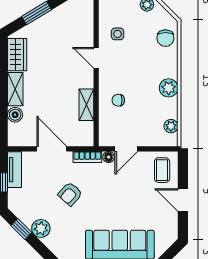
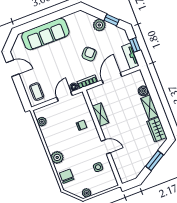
plant: (169, 88) -> (57, 157), moved
door: (52, 149) -> (112, 78), swing flipped
door: (183, 200) -> (13, 68), moved

